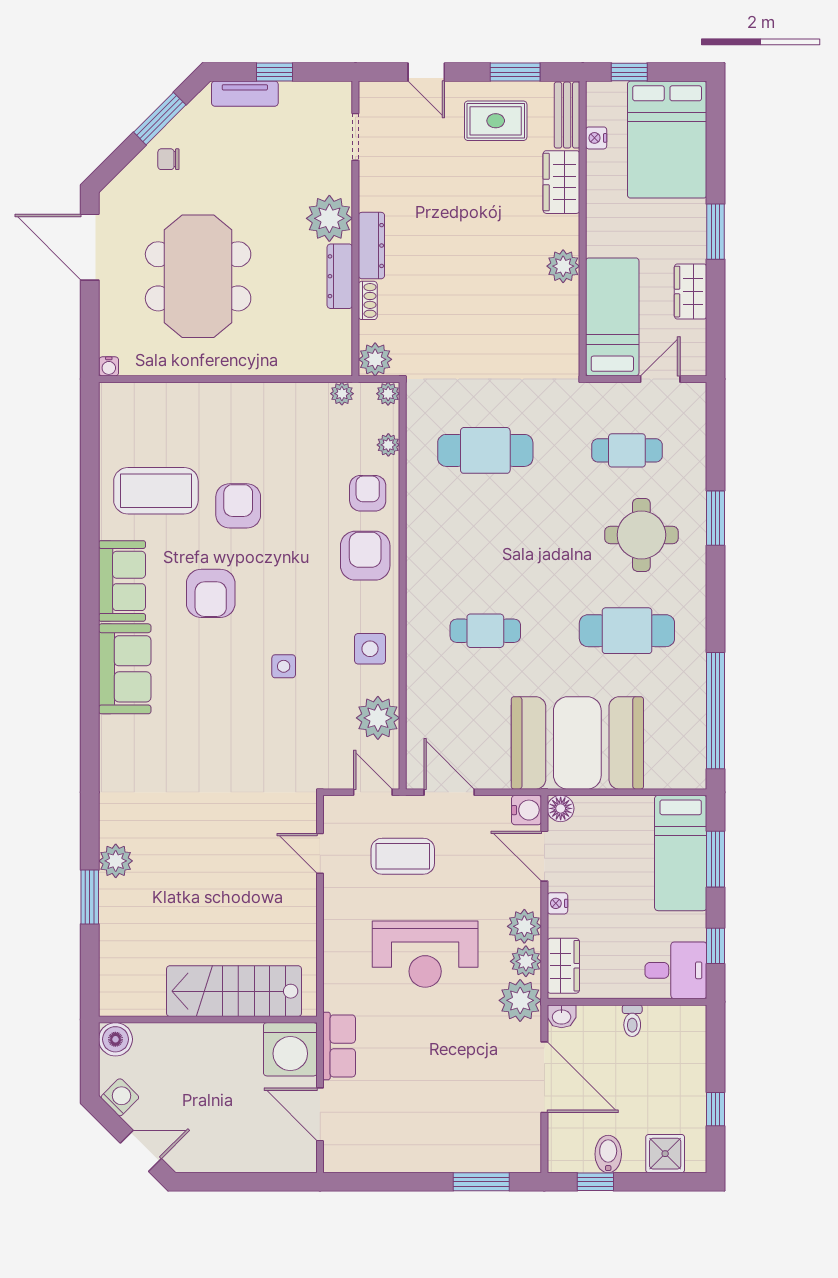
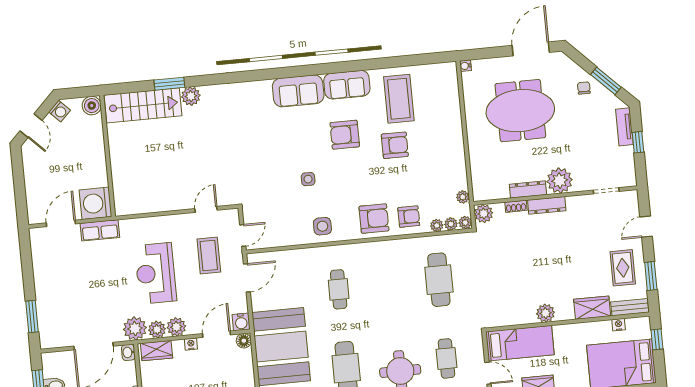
plant: (378, 718) -> (451, 224), moved, width x0.53, depth x0.53
stairs: (234, 991) -> (143, 105), moved, turned 90

